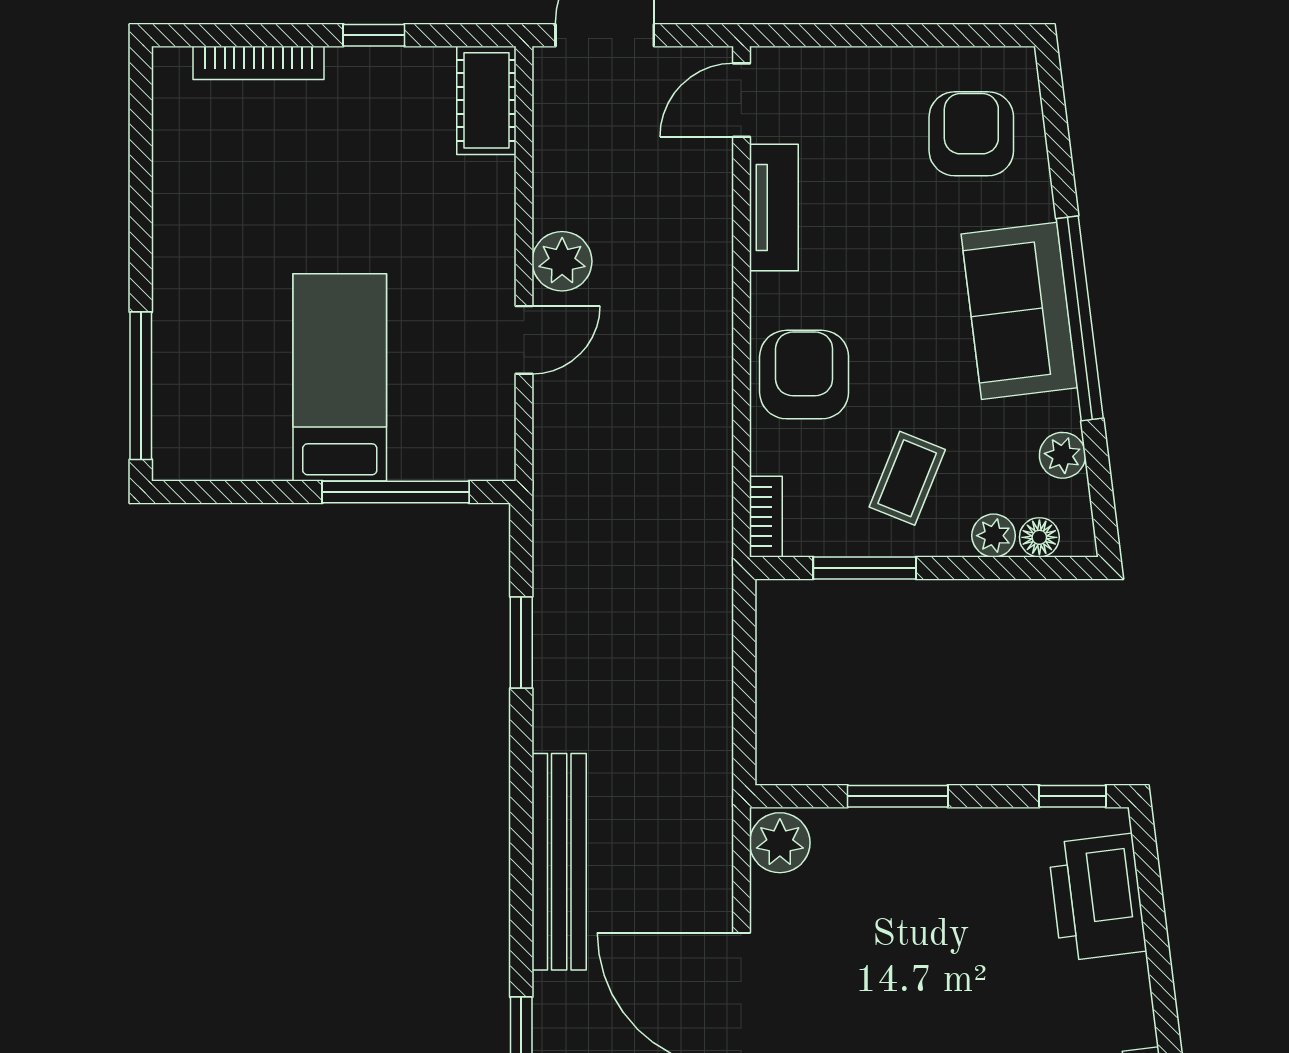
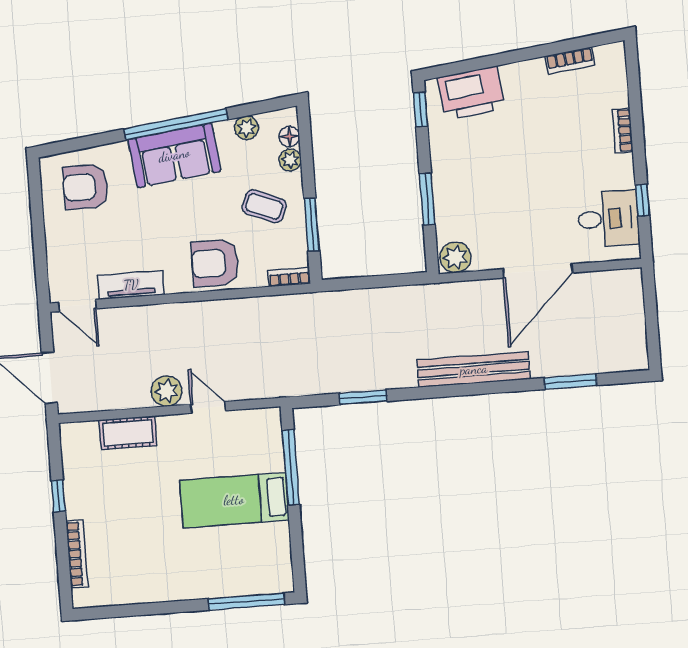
cot: (486, 100) -> (128, 433), moved

